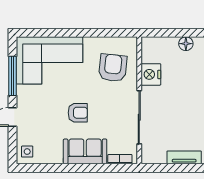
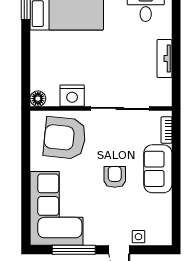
floor lamp: (186, 44) -> (38, 99), moved
armchair: (113, 68) -> (65, 138), width x1.36, depth x1.36
side table: (27, 152) -> (138, 237), moved

